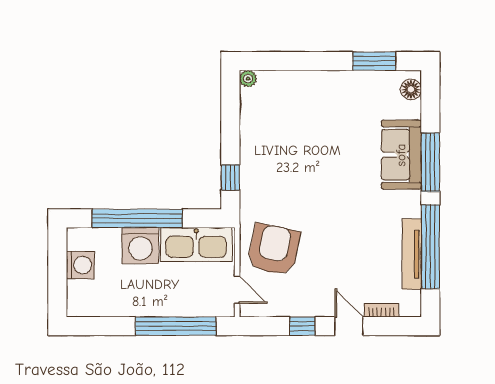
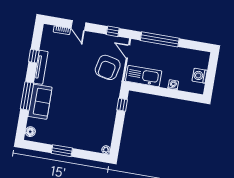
window: (374, 61) -> (62, 151), moved
window: (137, 218) -> (169, 93), removed
washing machine: (140, 246) -> (173, 85), width x0.53, depth x0.53
window: (430, 247) -> (34, 56), width x0.32
tv unit: (412, 254) -> (41, 67), moved
window: (302, 326) -> (113, 31), moved

